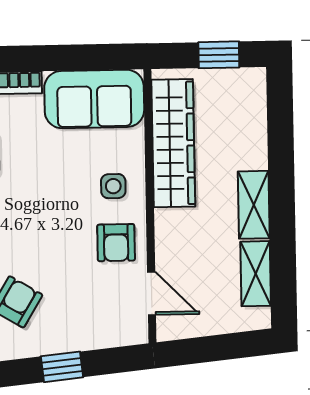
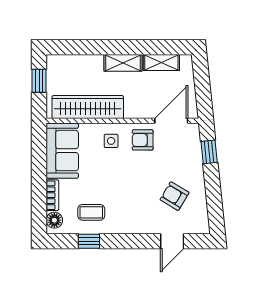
armchair: (116, 243) -> (143, 140), turned 180
door: (152, 293) -> (171, 121), width x1.38
window: (62, 367) -> (209, 152), moved

